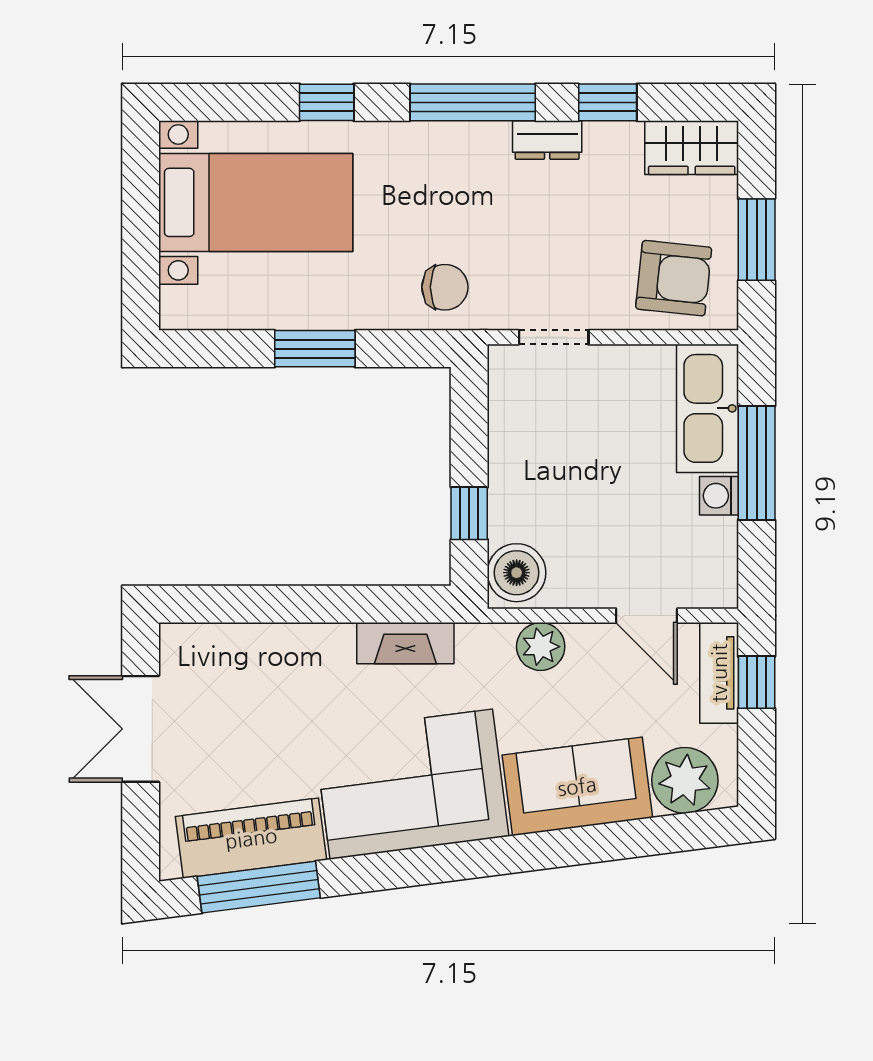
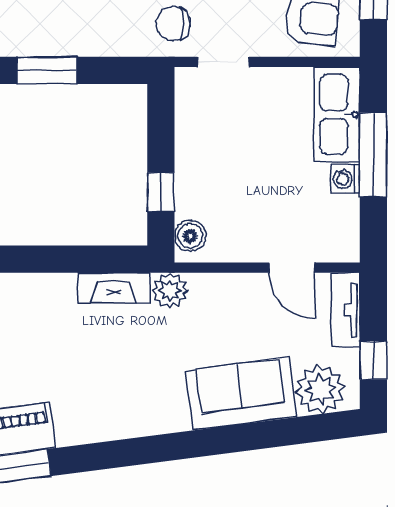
chair: (445, 287) -> (173, 24), moved, turned 180
boiler: (517, 573) -> (190, 236), width x0.73, depth x0.73
plant: (541, 647) -> (170, 290), moved
window: (757, 682) -> (373, 360), moved
corner sofa: (411, 784) -> (118, 392), removed

